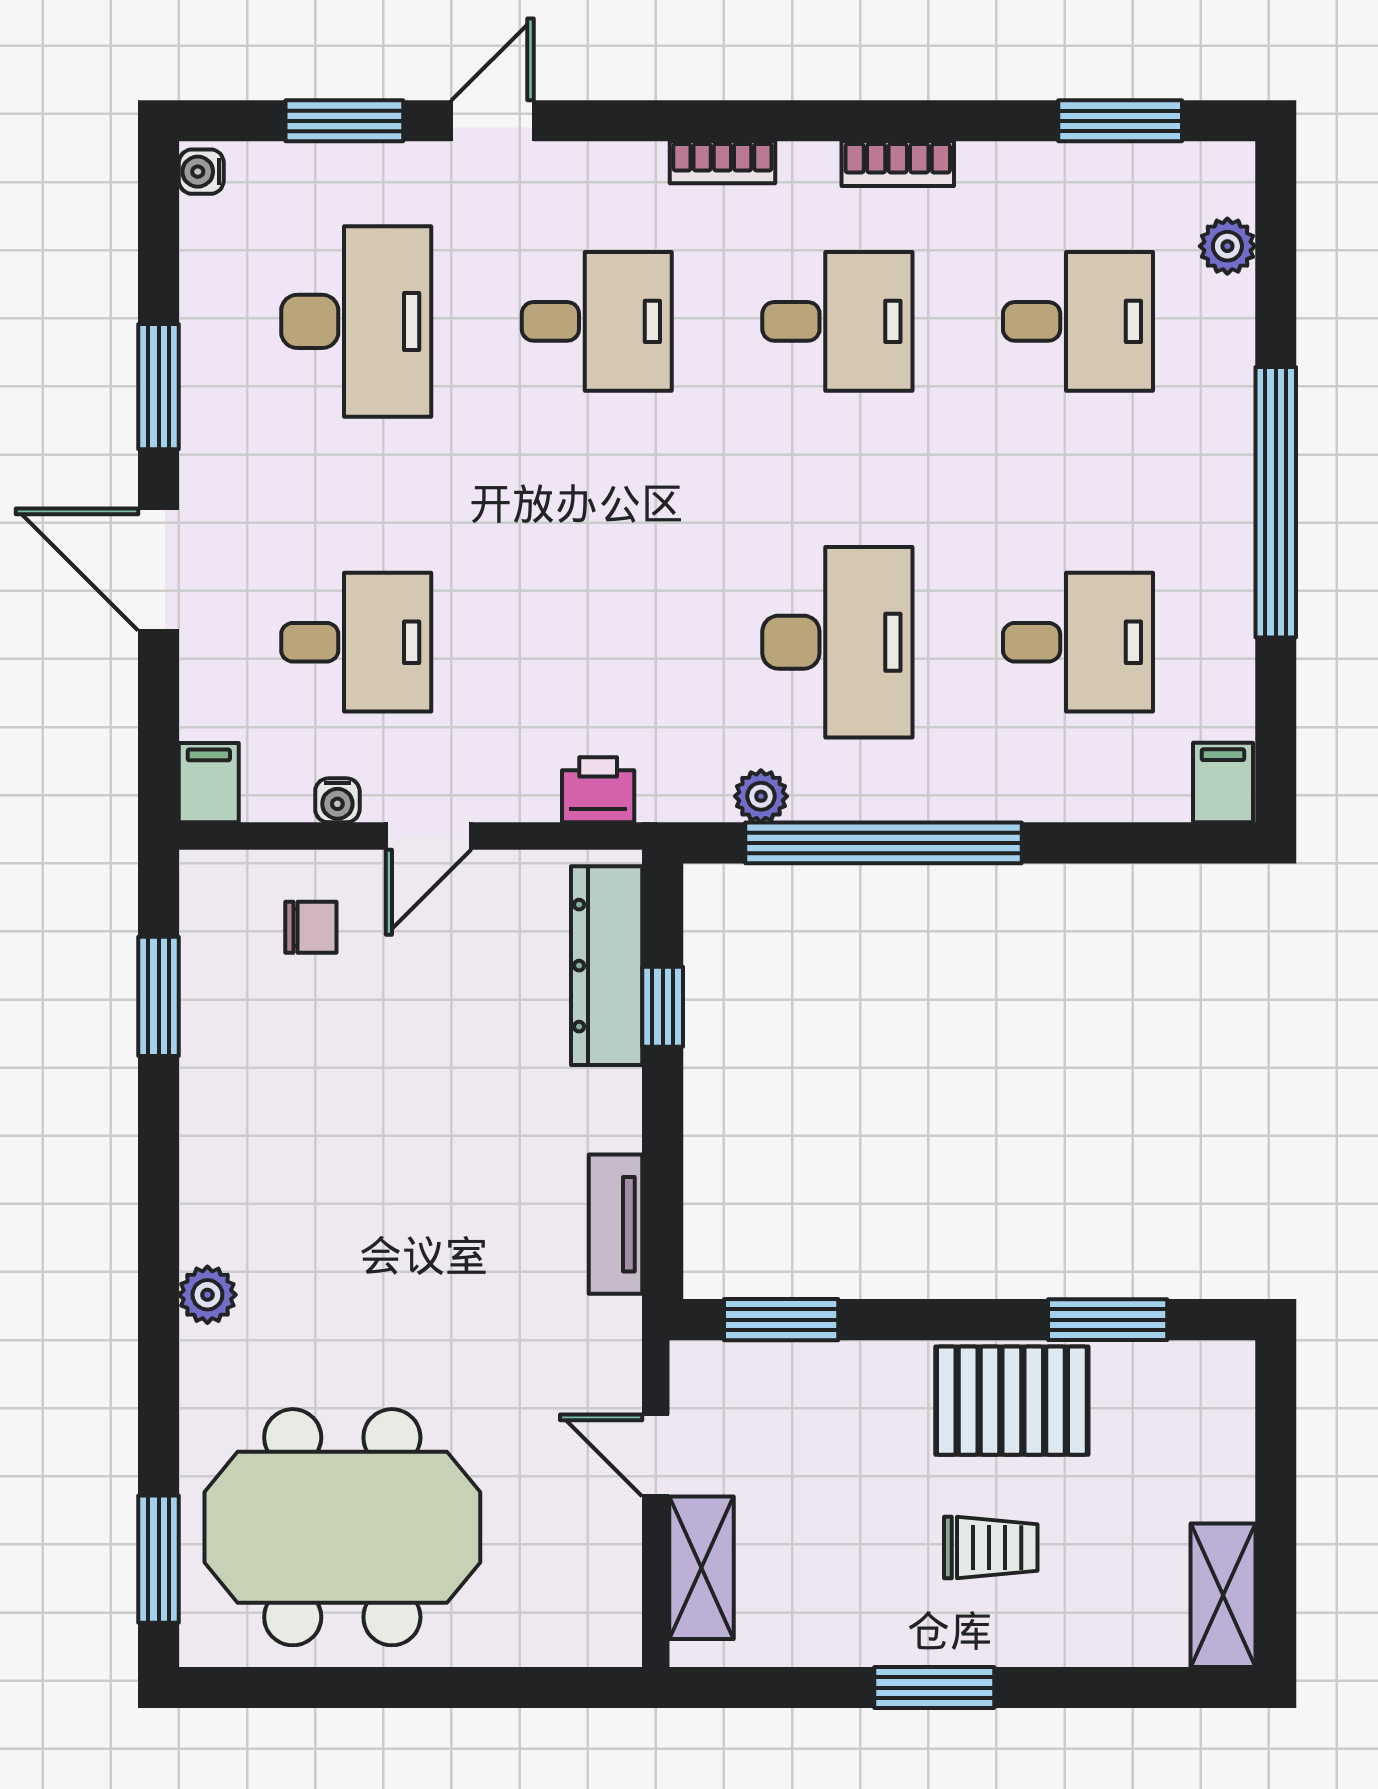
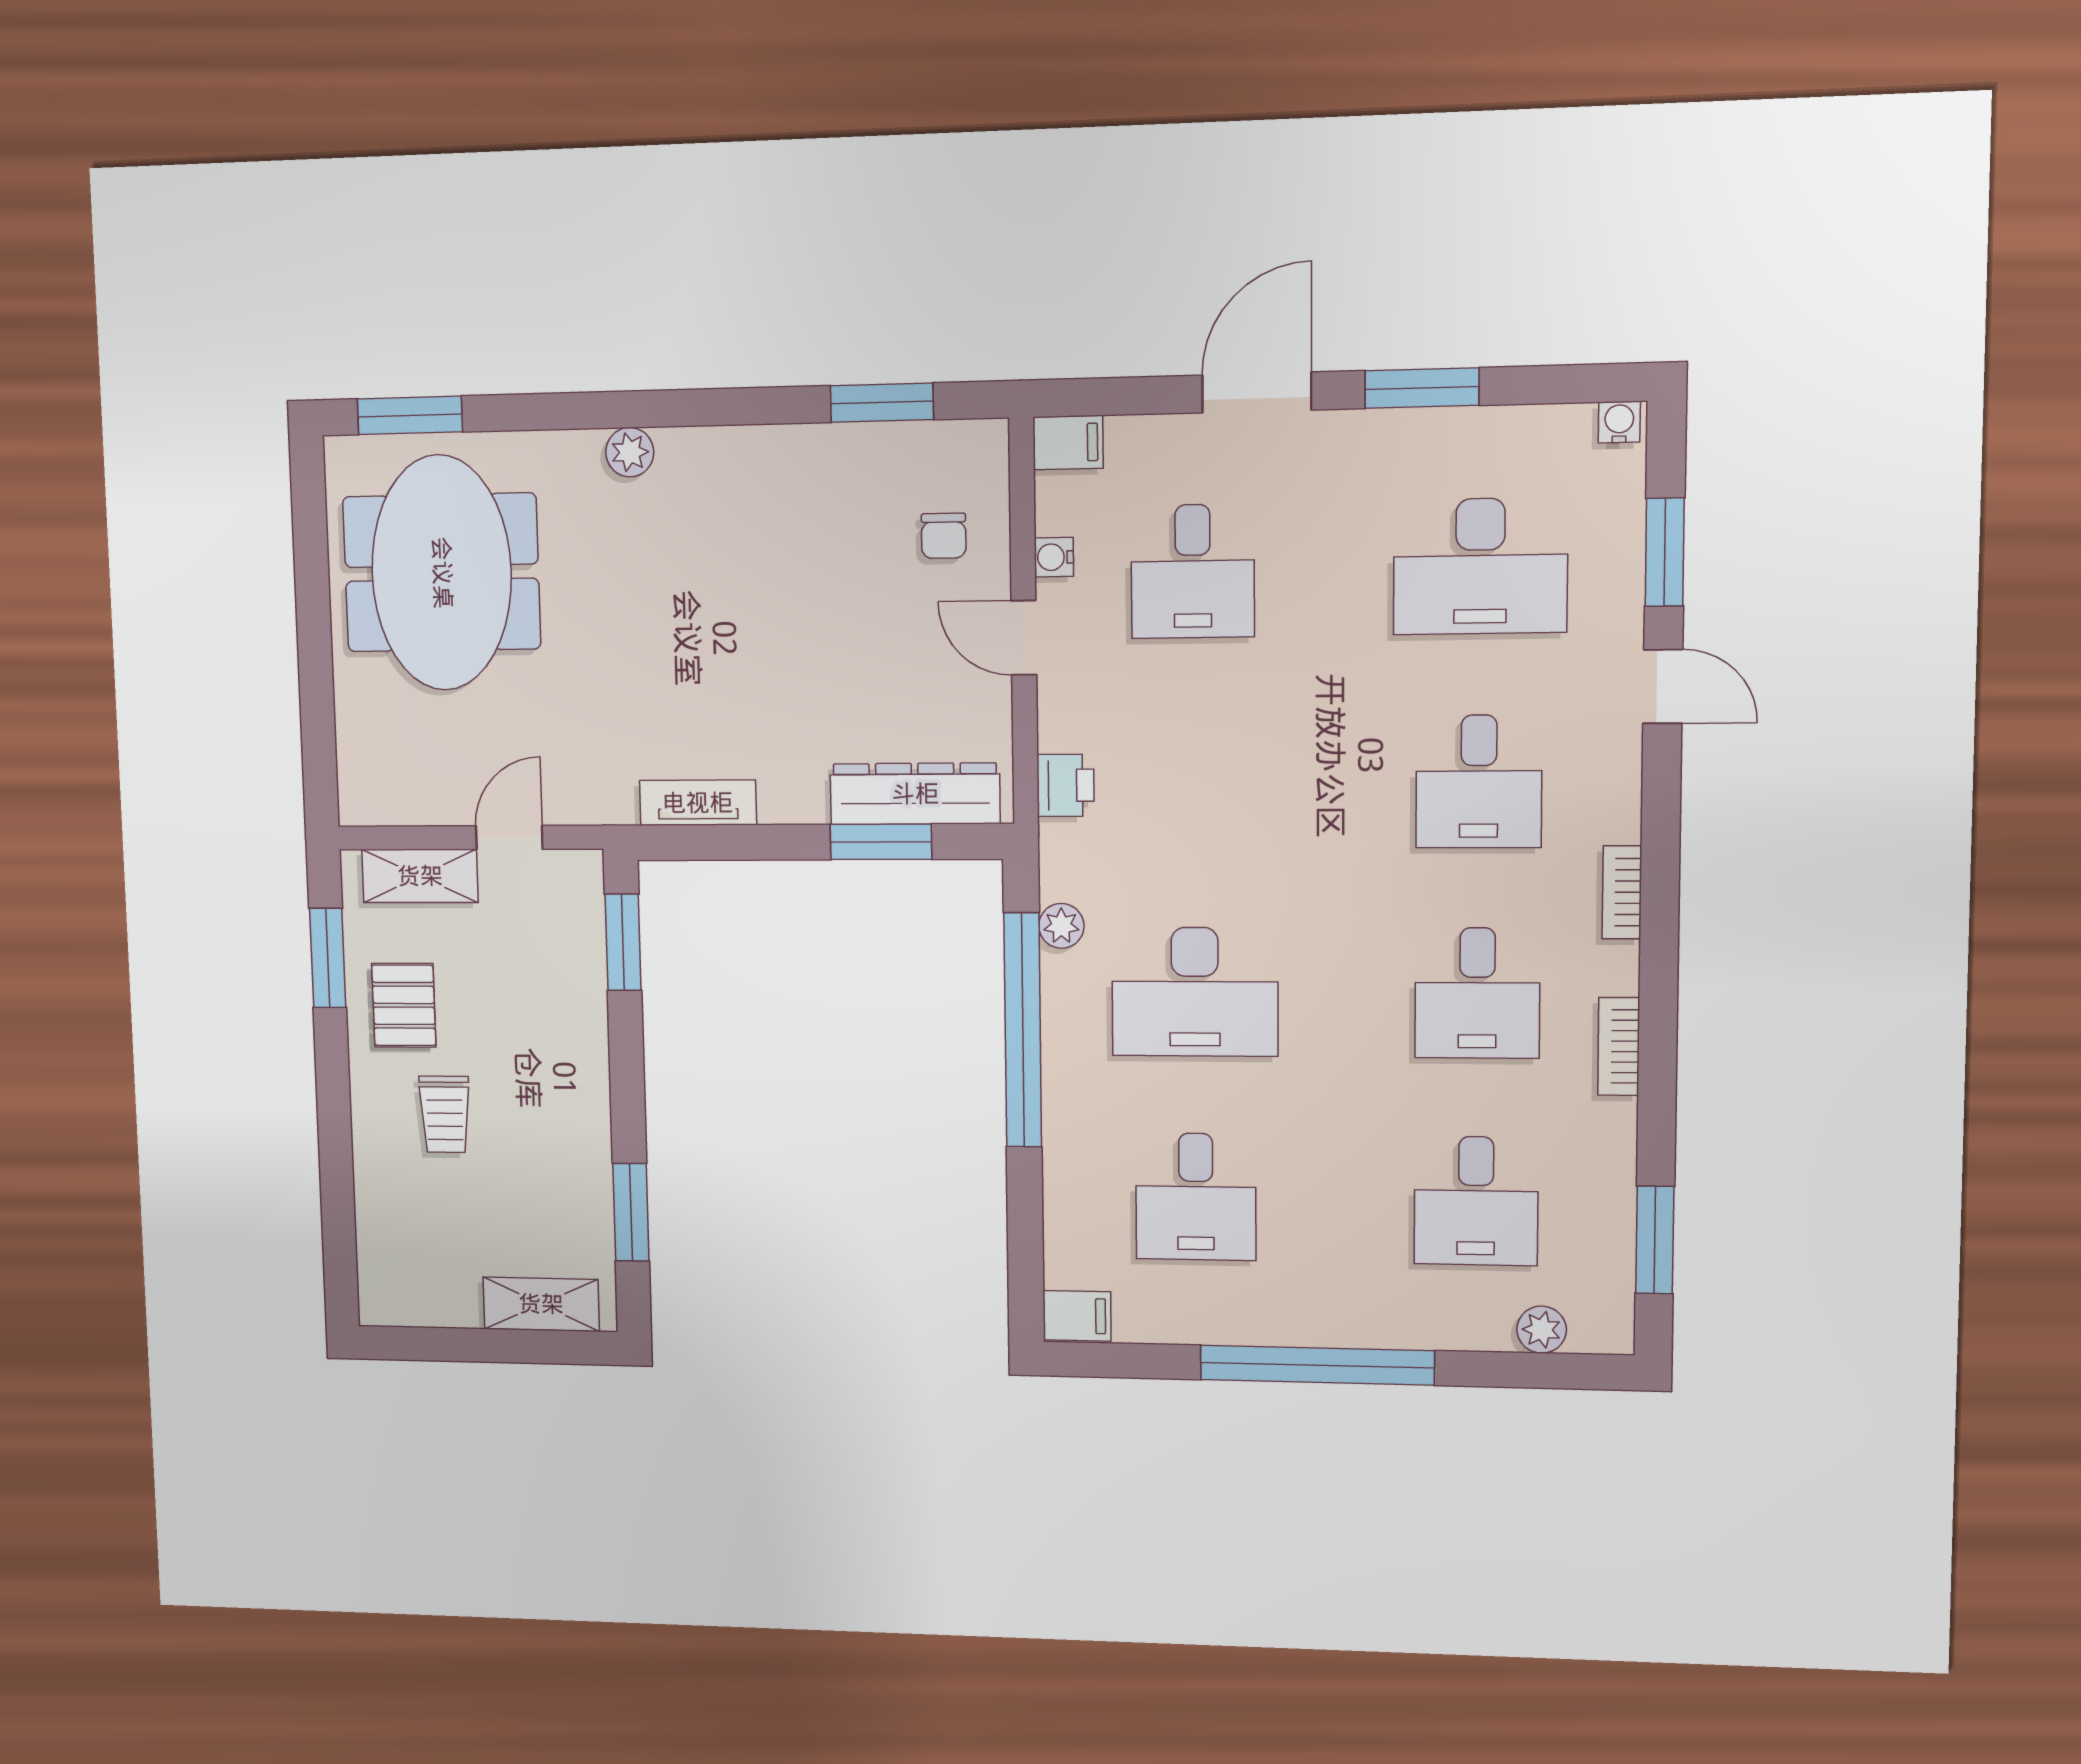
window: (663, 1007) -> (881, 842), width x1.50
pallet: (1012, 1401) -> (404, 1005), moved, width x0.67, depth x0.71
shelving: (1223, 1595) -> (541, 1304), moved
window: (934, 1688) -> (328, 958), moved

